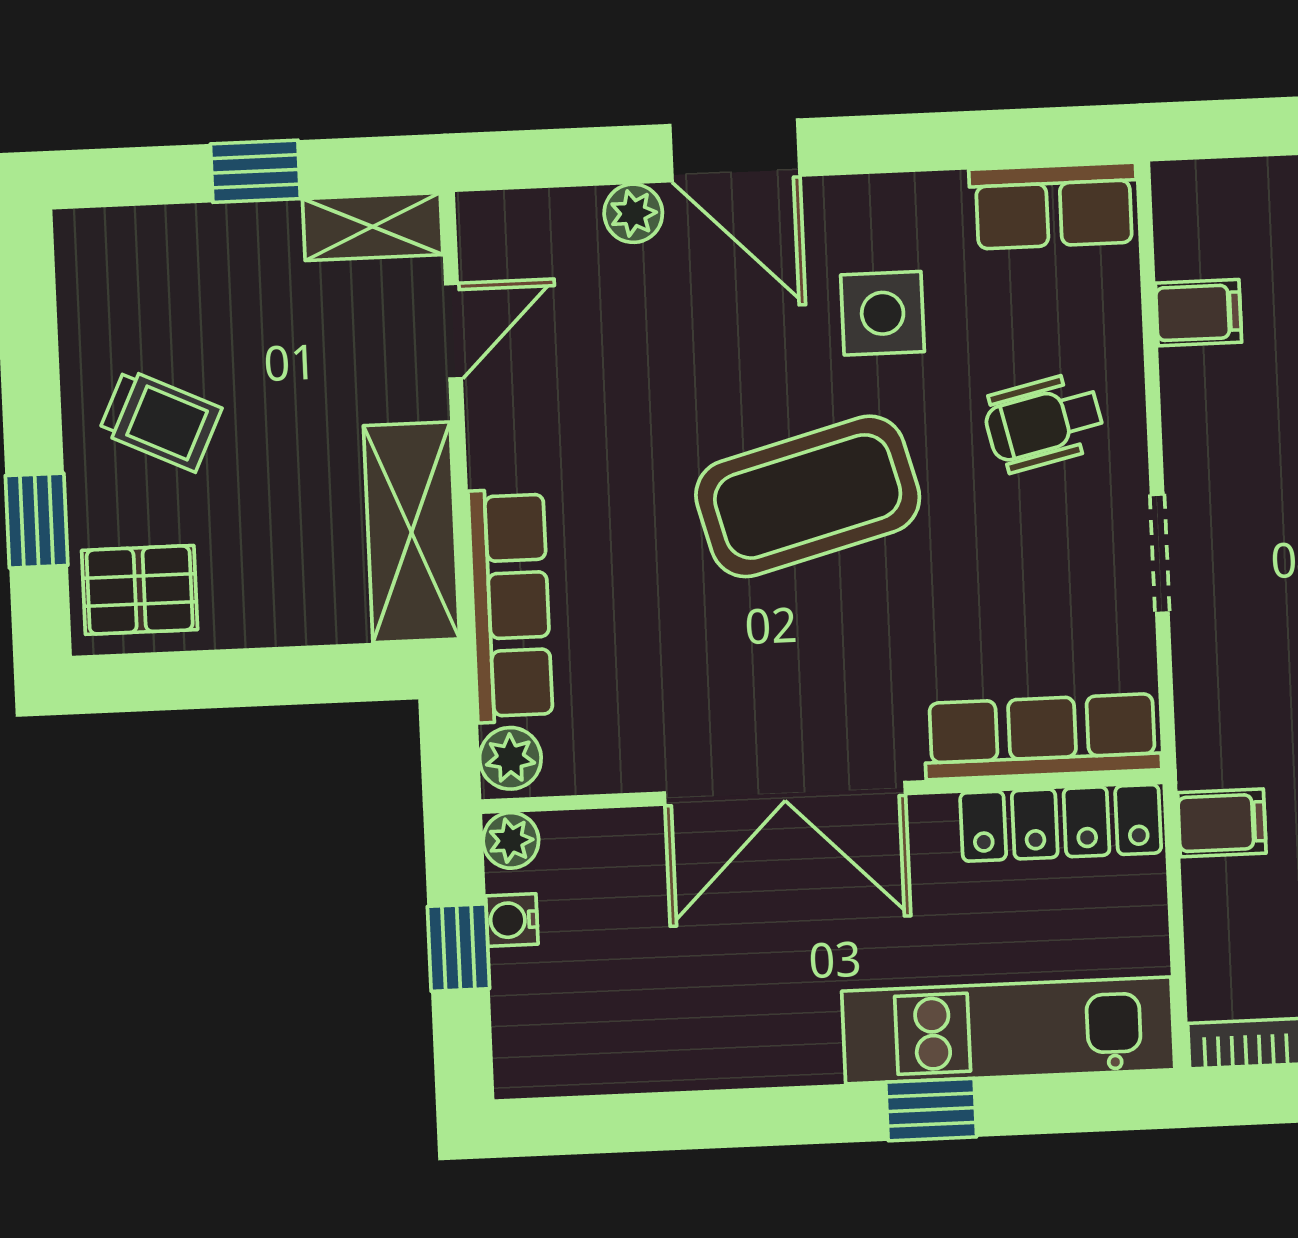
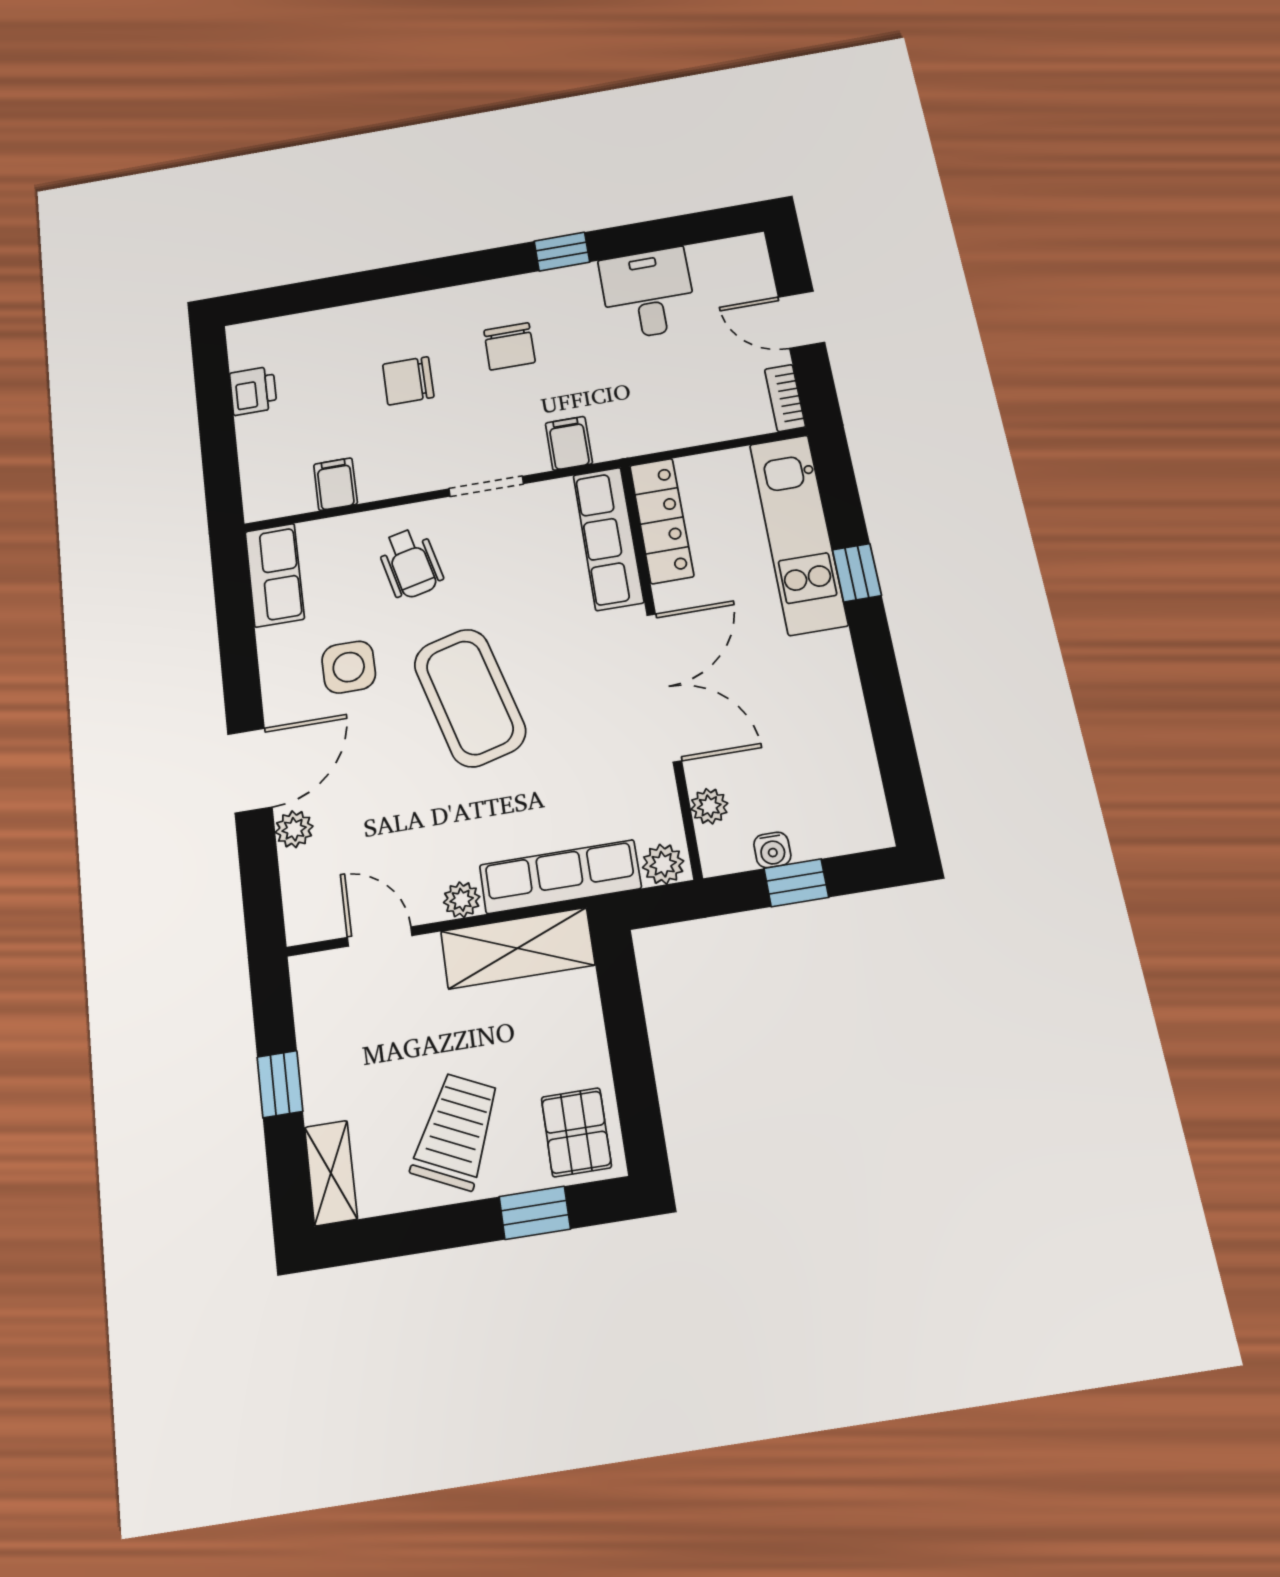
shelving: (373, 227) -> (331, 1173), moved
trolley: (160, 420) -> (456, 1131), width x1.36, depth x1.39
plant: (494, 457) -> (462, 900), added
filing cabinet: (1222, 823) -> (569, 443), moved
plant: (511, 840) -> (709, 806), moved

